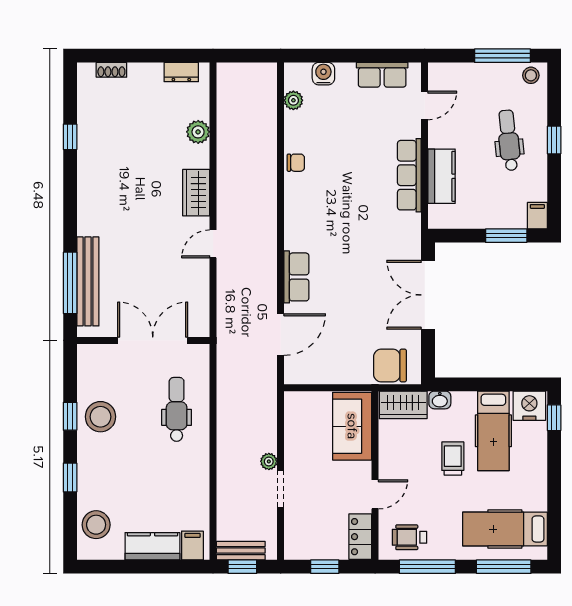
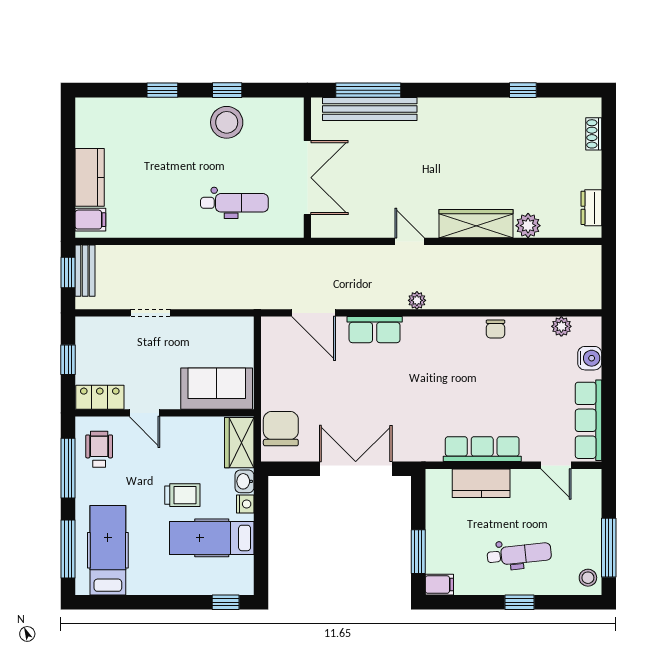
row of seats: (382, 75) -> (588, 420), width x1.48
wardrobe: (196, 193) -> (476, 224), width x1.50
nightstand: (529, 406) -> (245, 504), moved, width x0.53, depth x0.56
plant: (269, 461) -> (417, 300), moved
stool: (96, 525) -> (112, 118), removed

